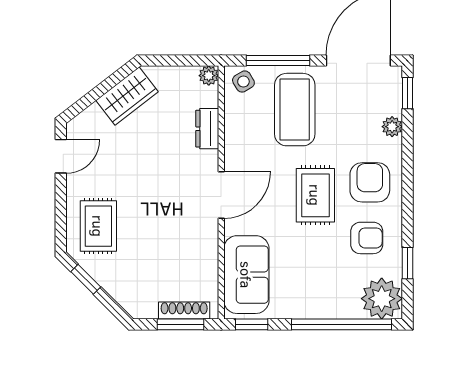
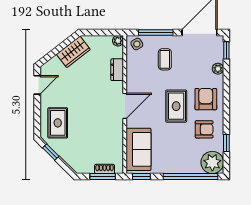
coffee table: (295, 110) -> (165, 59), width x0.54, depth x0.58
shoe rack: (184, 311) -> (105, 169), width x0.70

